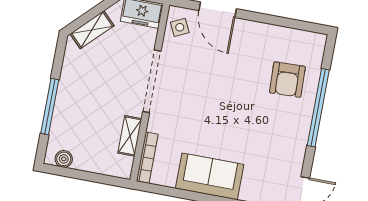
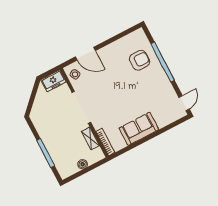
shelving: (92, 30) -> (38, 105), removed
armchair: (287, 80) -> (140, 60), turned -88
boiler: (64, 159) -> (83, 164), moved

